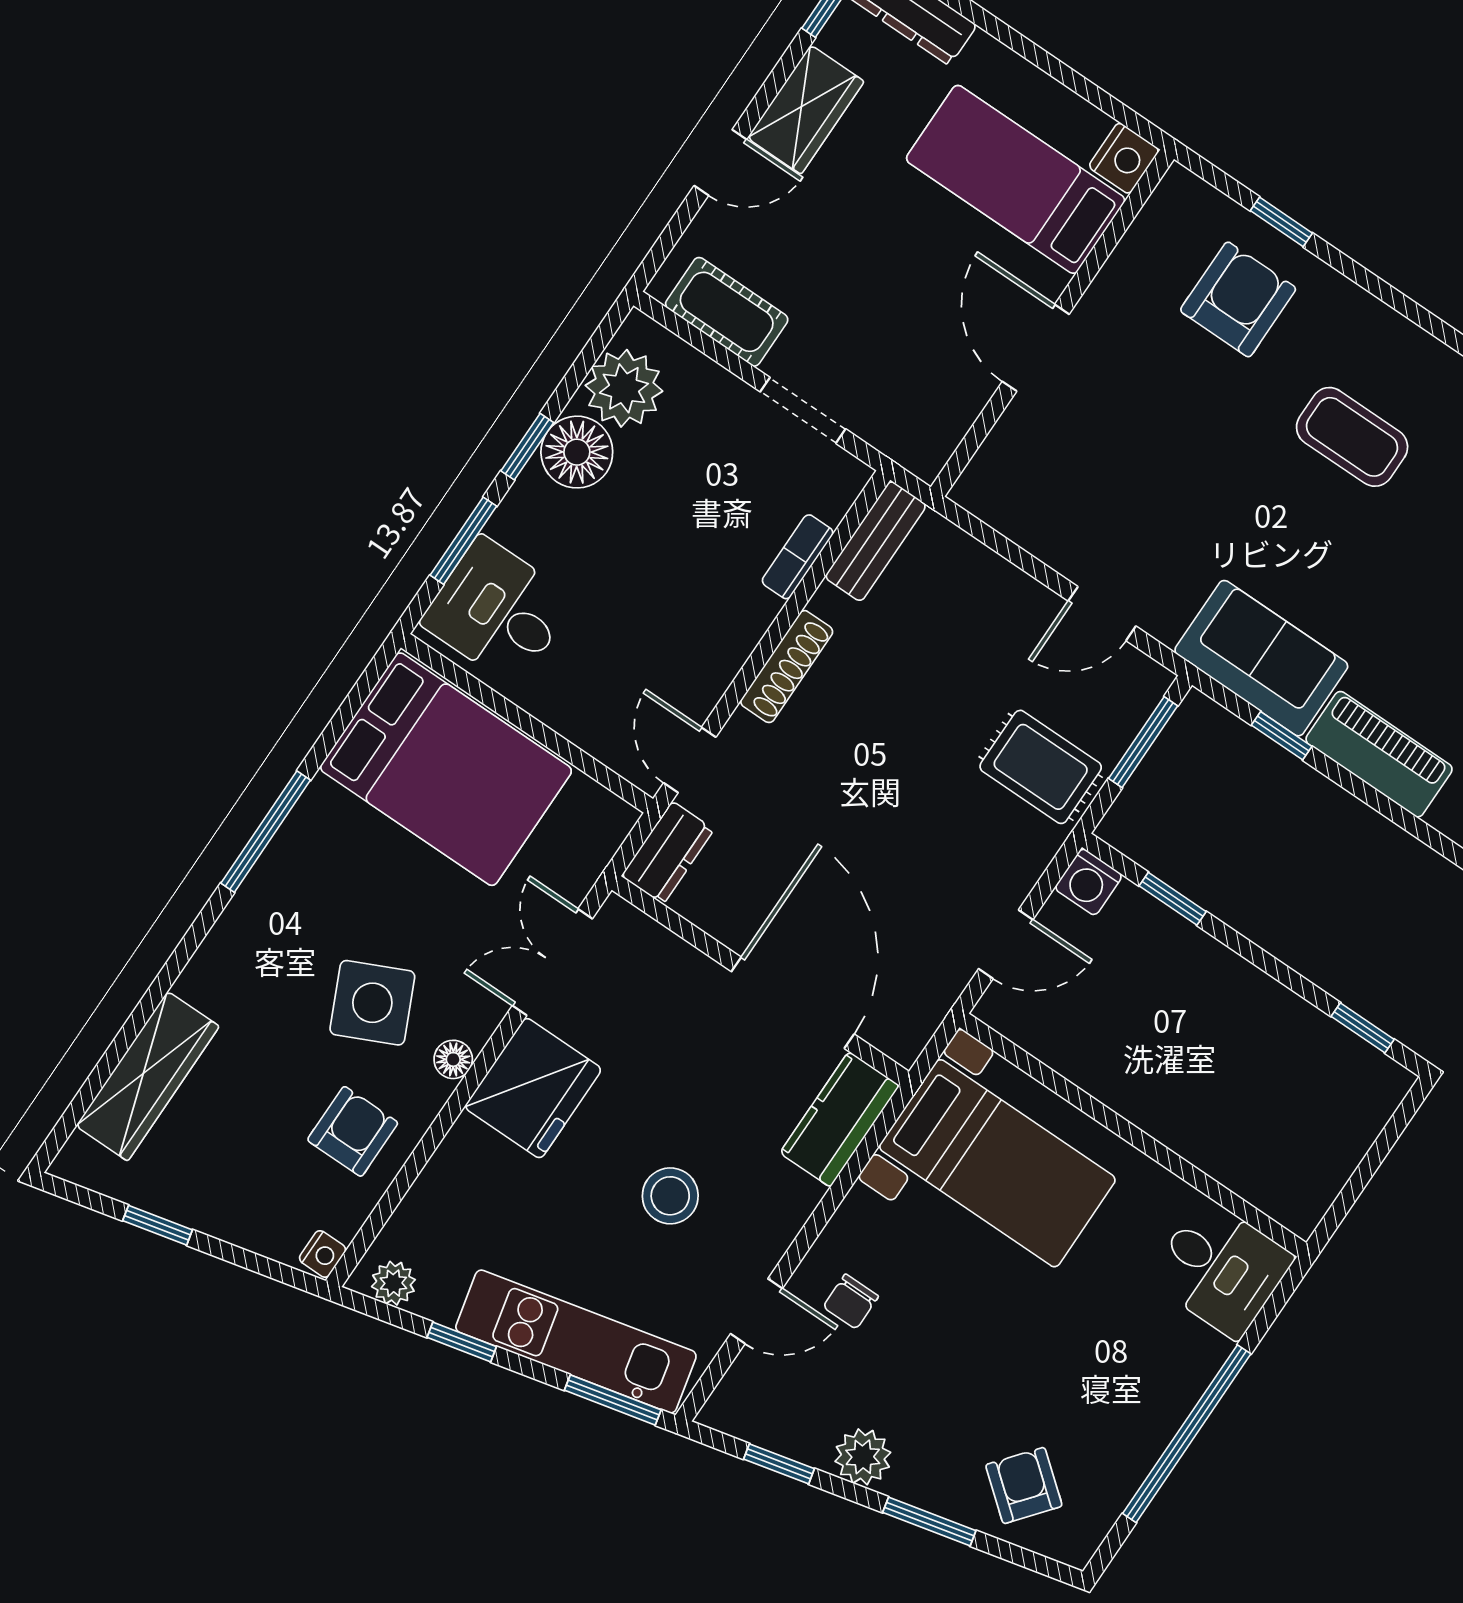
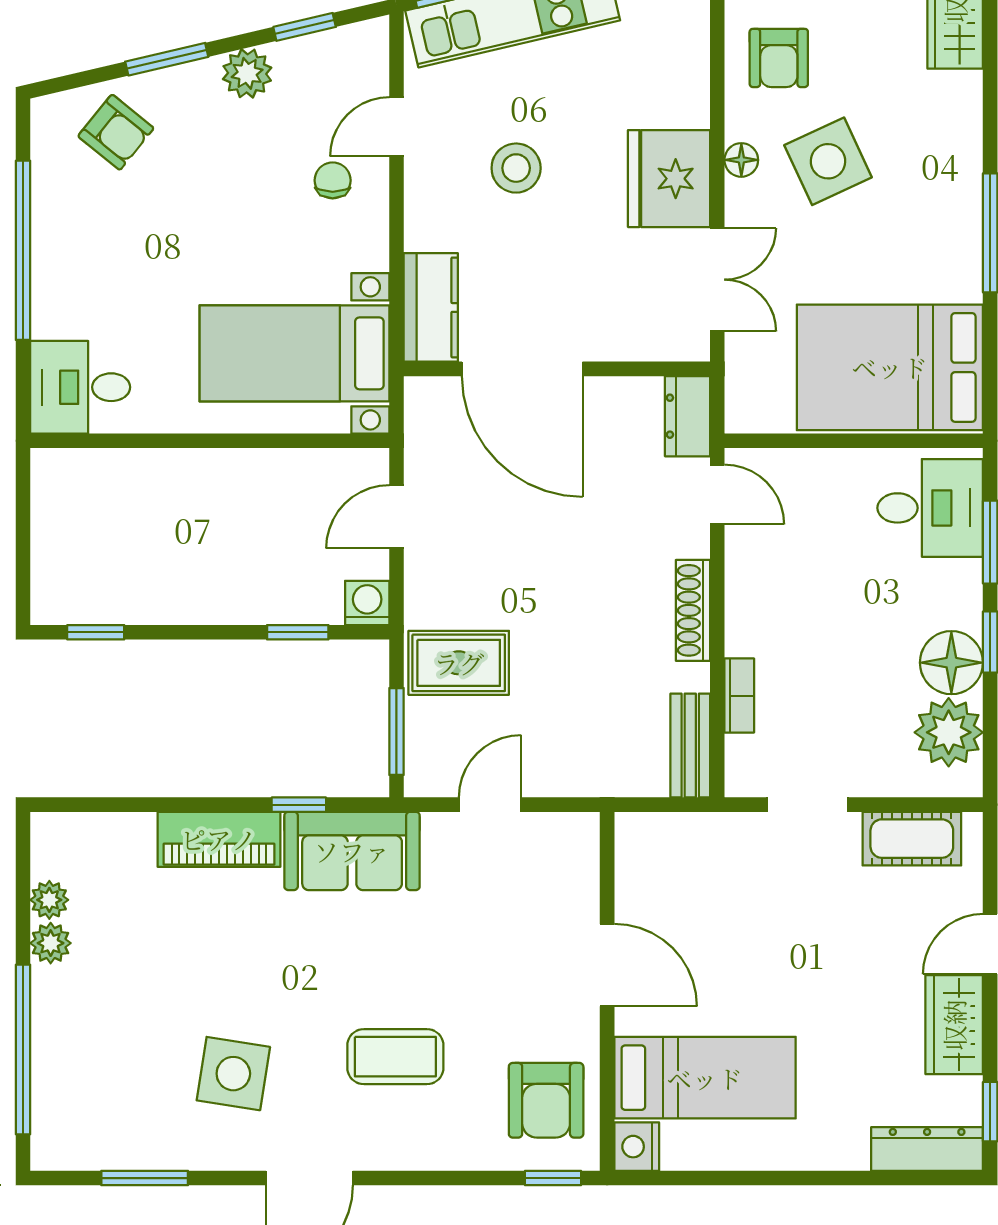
nightstand: (1124, 158) -> (637, 1147), moved
bed: (1016, 179) -> (705, 1078), moved
wall: (1052, 323) -> (607, 991), moved
door: (1036, 348) -> (607, 965), moved

